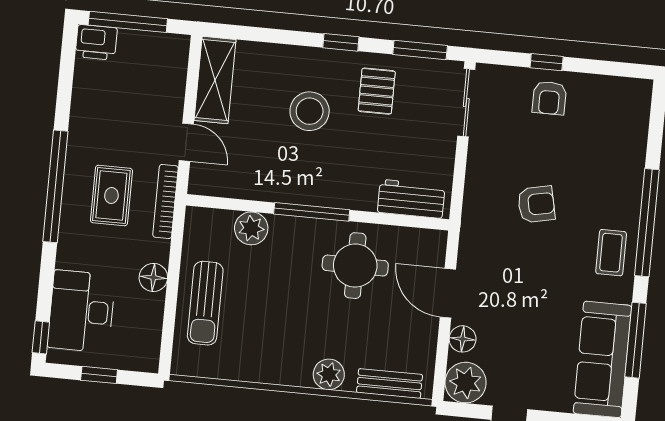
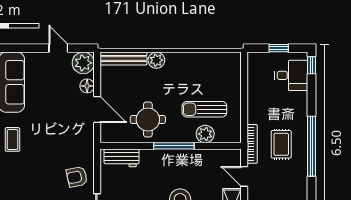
armchair: (536, 204) -> (77, 177), moved
floor lamp: (153, 277) -> (255, 103), removed
sun lounger: (205, 303) -> (204, 109), moved, turned -90
desk: (81, 311) -> (291, 75), width x0.73
bench: (390, 384) -> (124, 59), width x1.36

